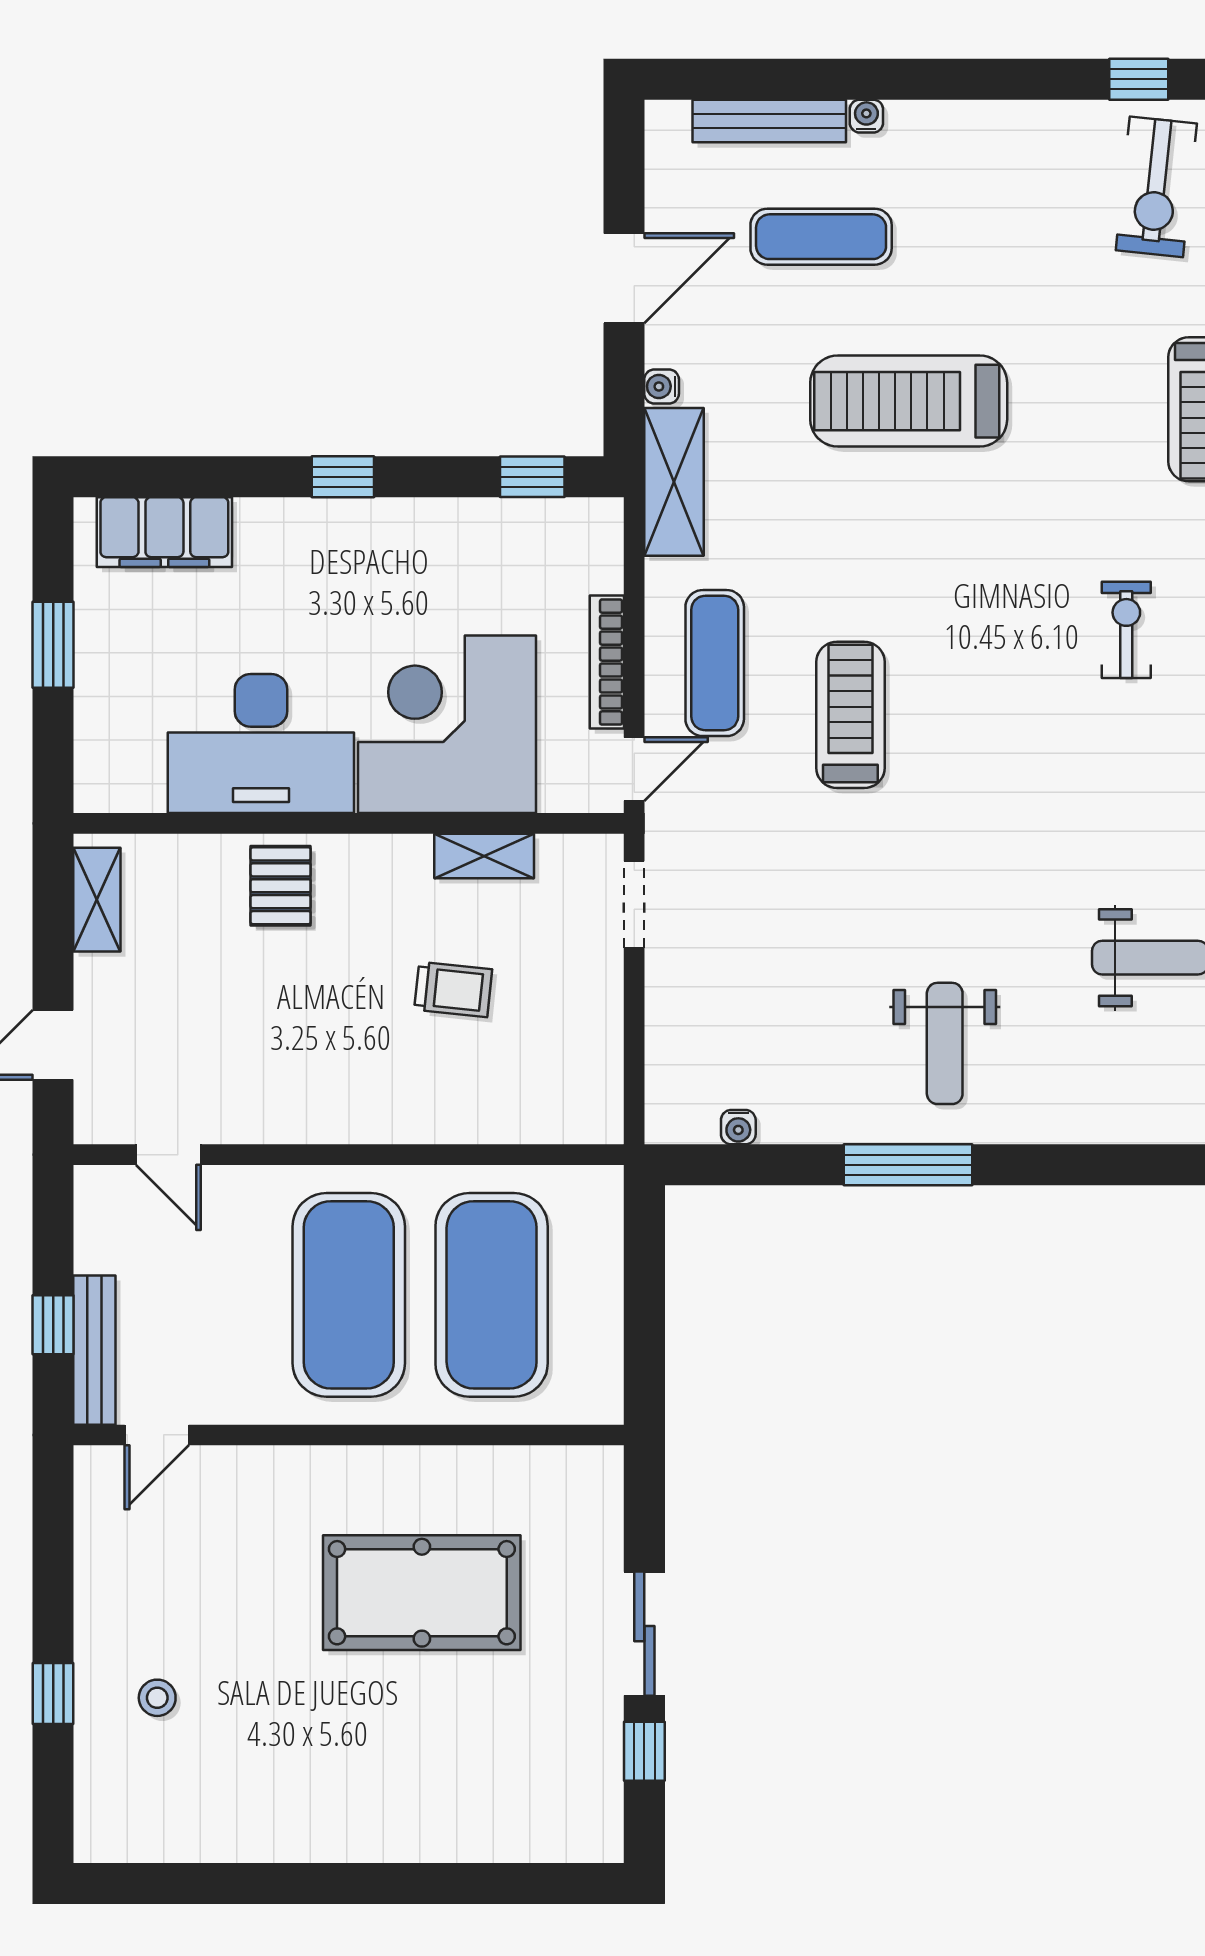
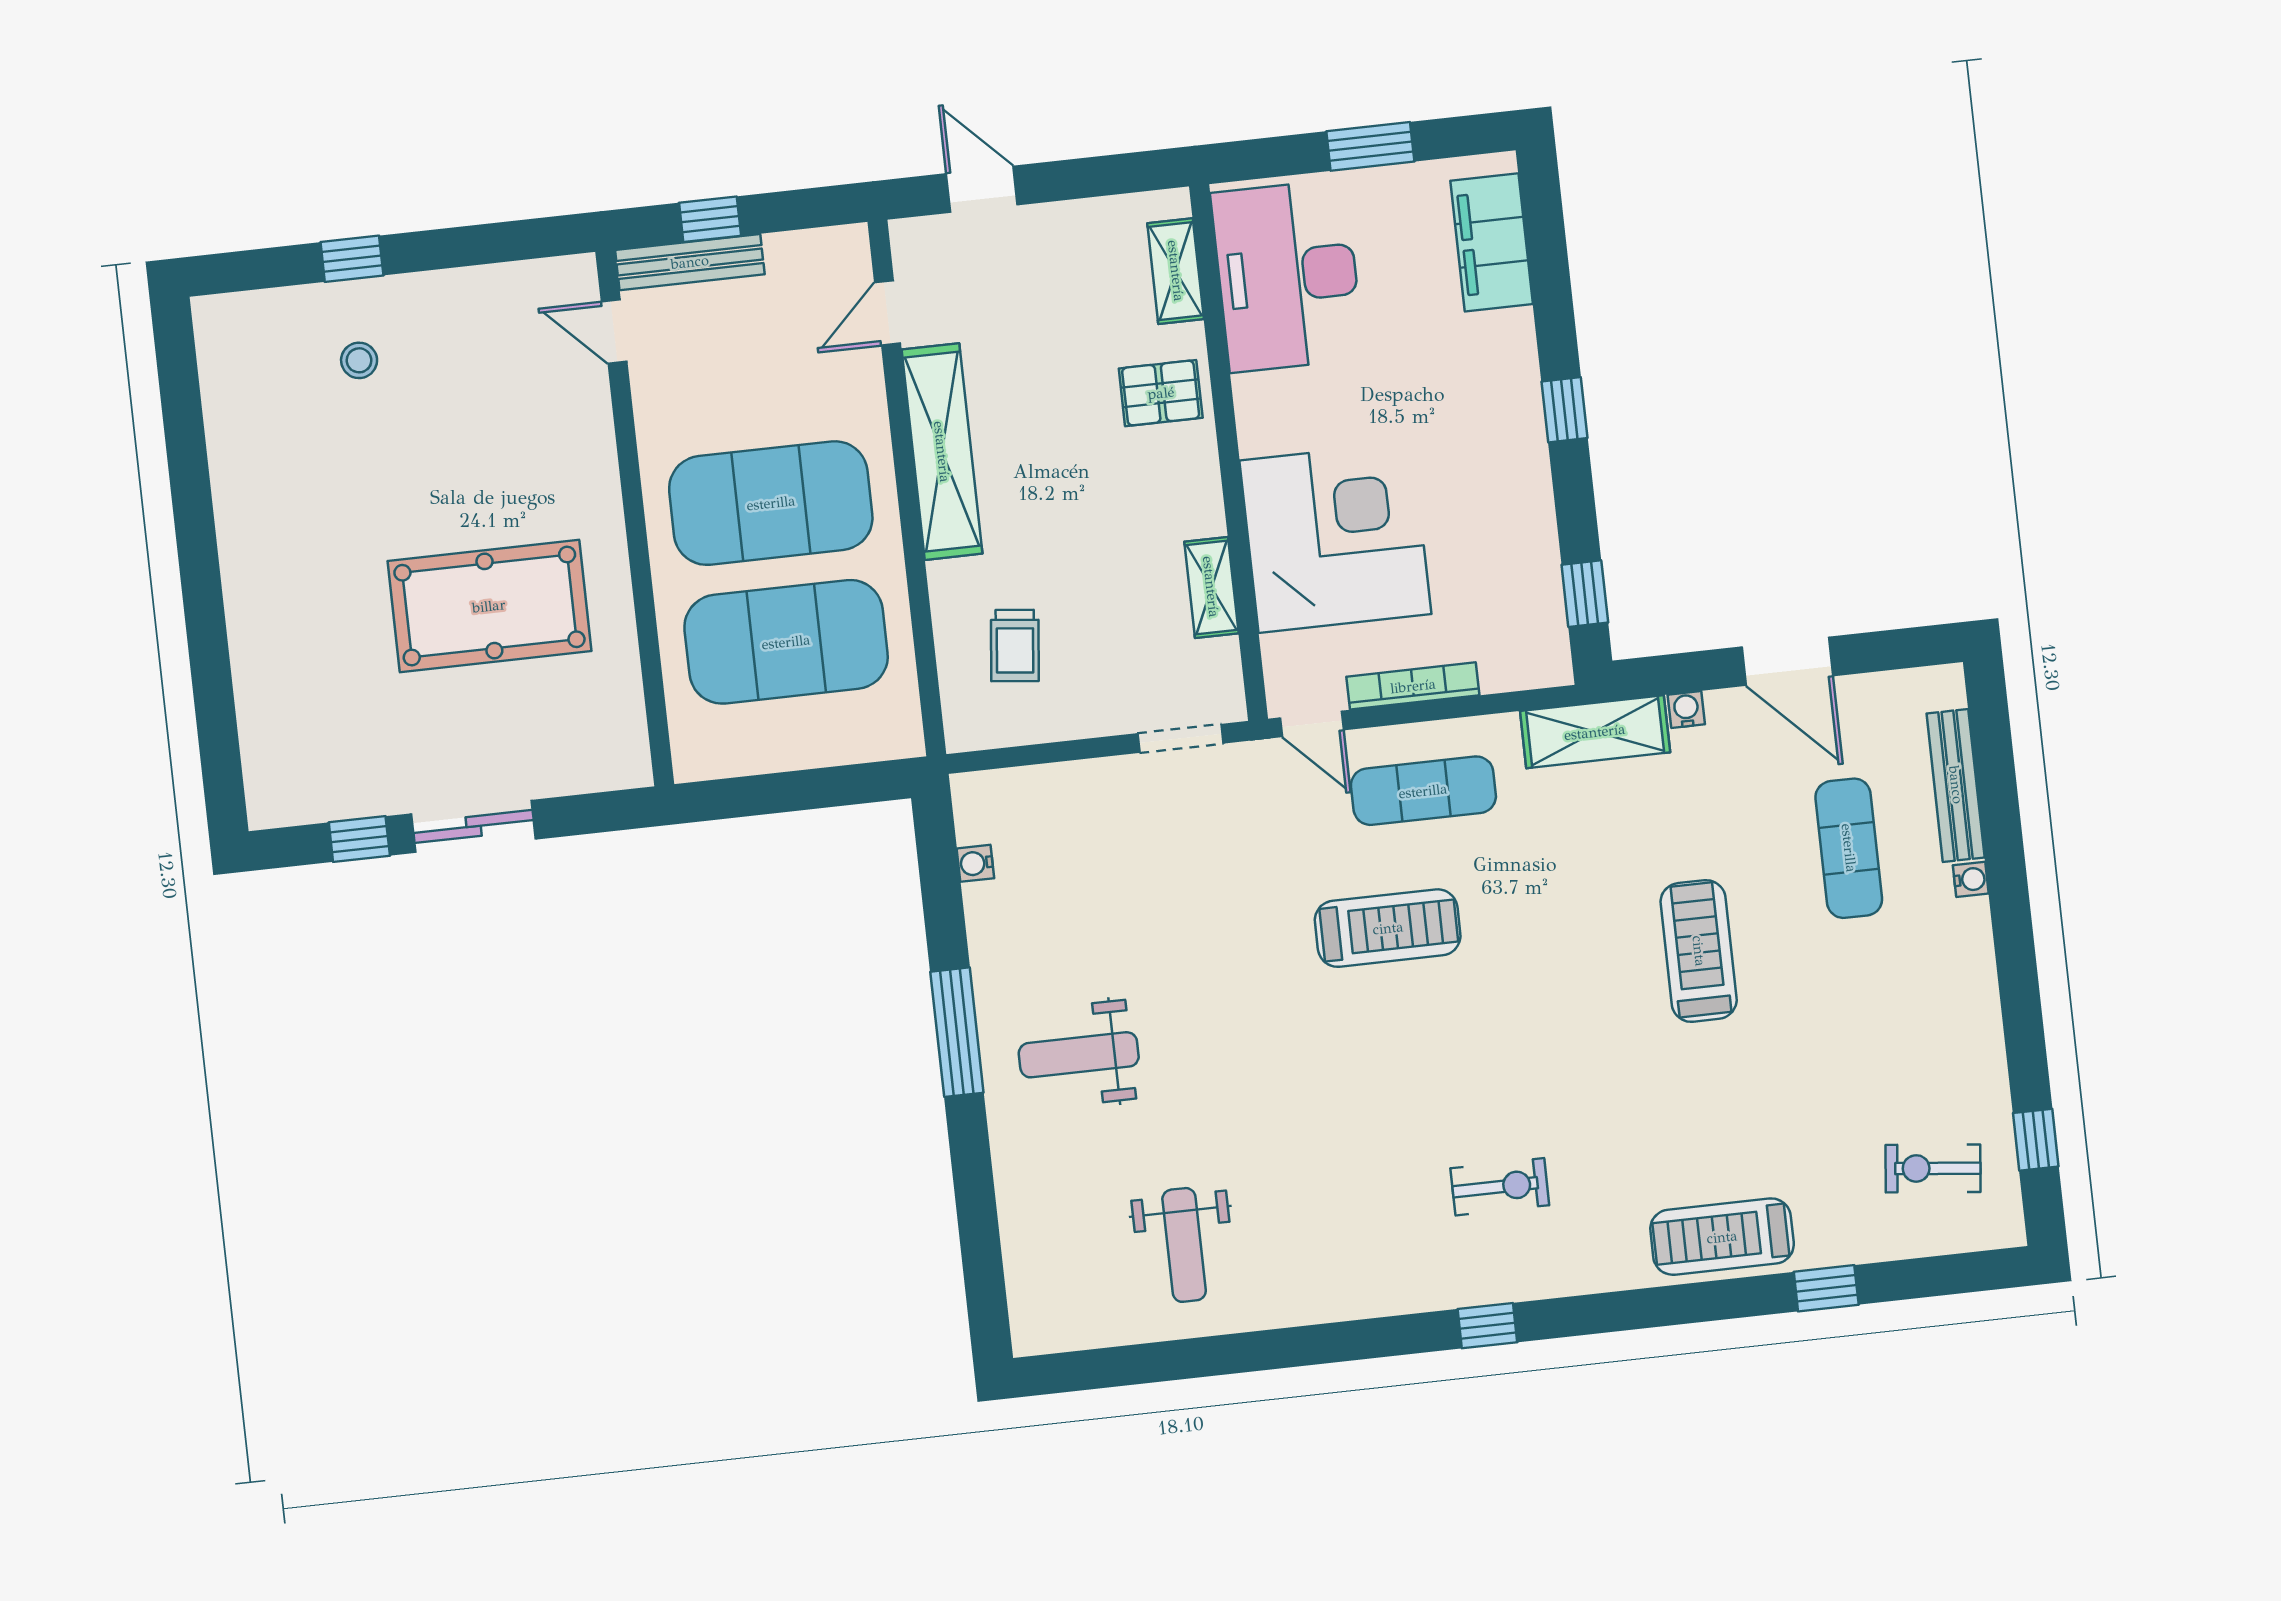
exercise bike: (1156, 187) -> (1933, 1168), width x0.73, depth x0.72
treadmill: (909, 401) -> (1699, 951), width x0.73, depth x0.73
desk: (261, 744) -> (1287, 276), moved
shelving: (97, 900) -> (1176, 271), moved, turned 90
trolley: (453, 990) -> (1015, 645), moved
shelving: (316, 1115) -> (942, 452), added
pool table: (422, 1593) -> (489, 606), turned 90

